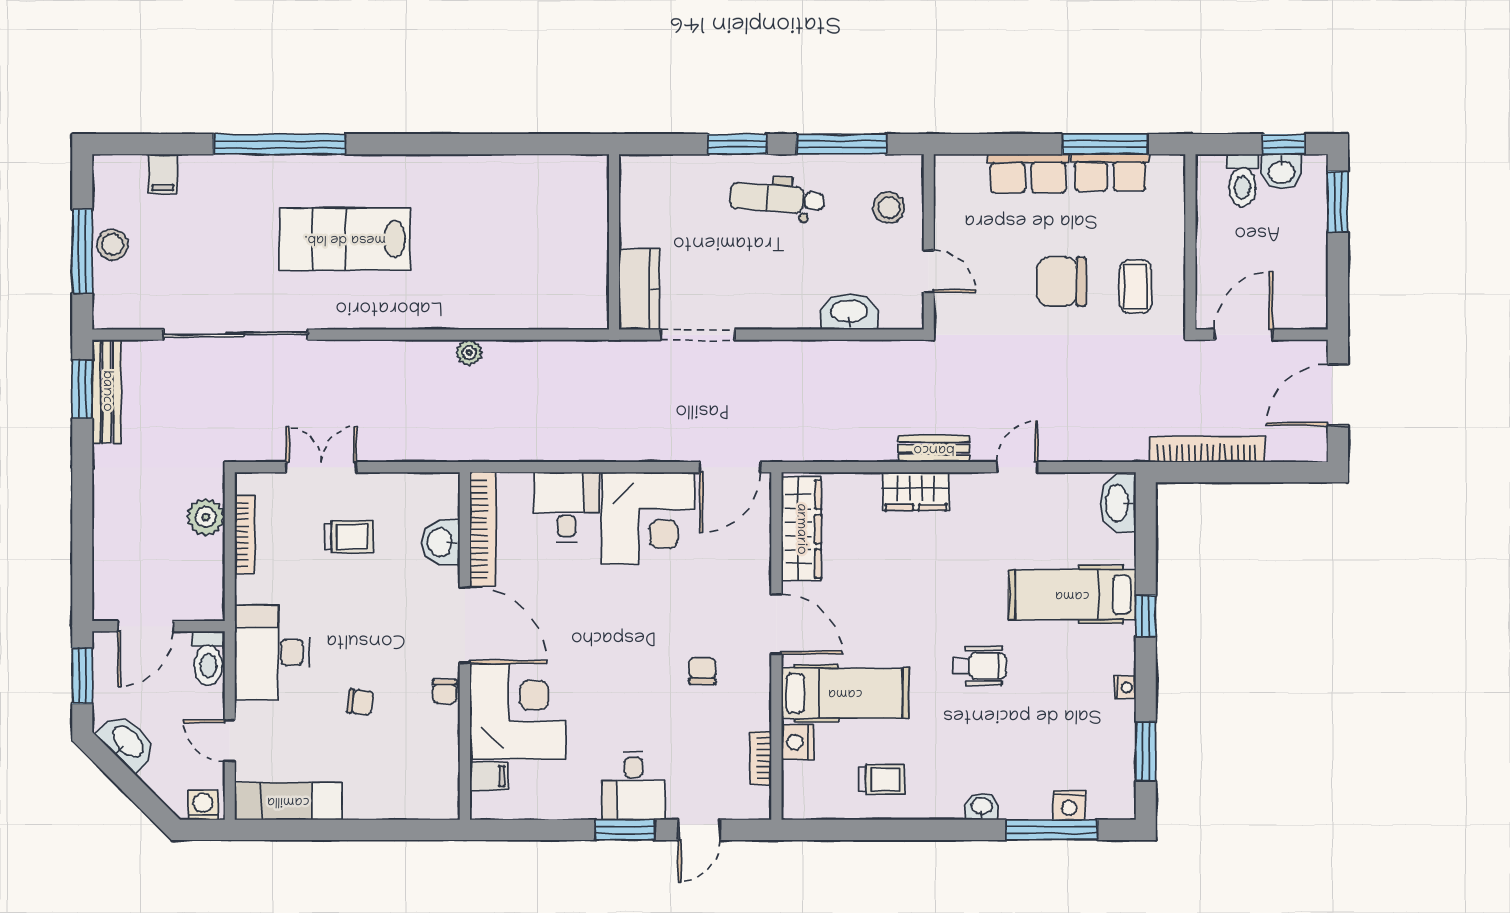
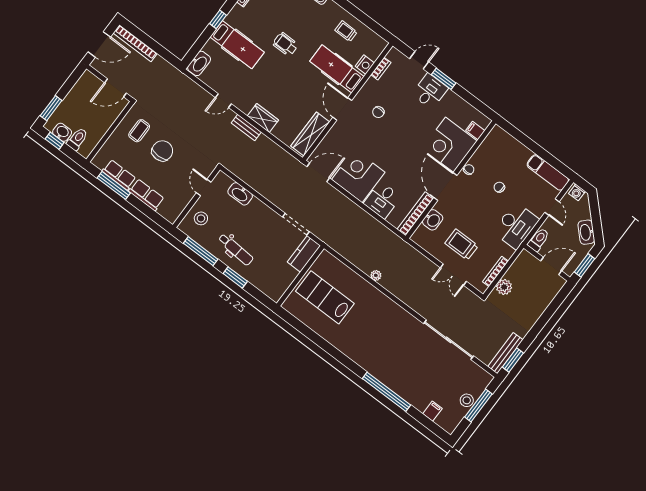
lab bench: (345, 239) -> (325, 297), moved, turned 180
chair: (1062, 282) -> (162, 151), turned -90
bookcase: (1207, 449) -> (135, 43), moved
trolley: (349, 537) -> (462, 245), width x1.36, depth x1.39

